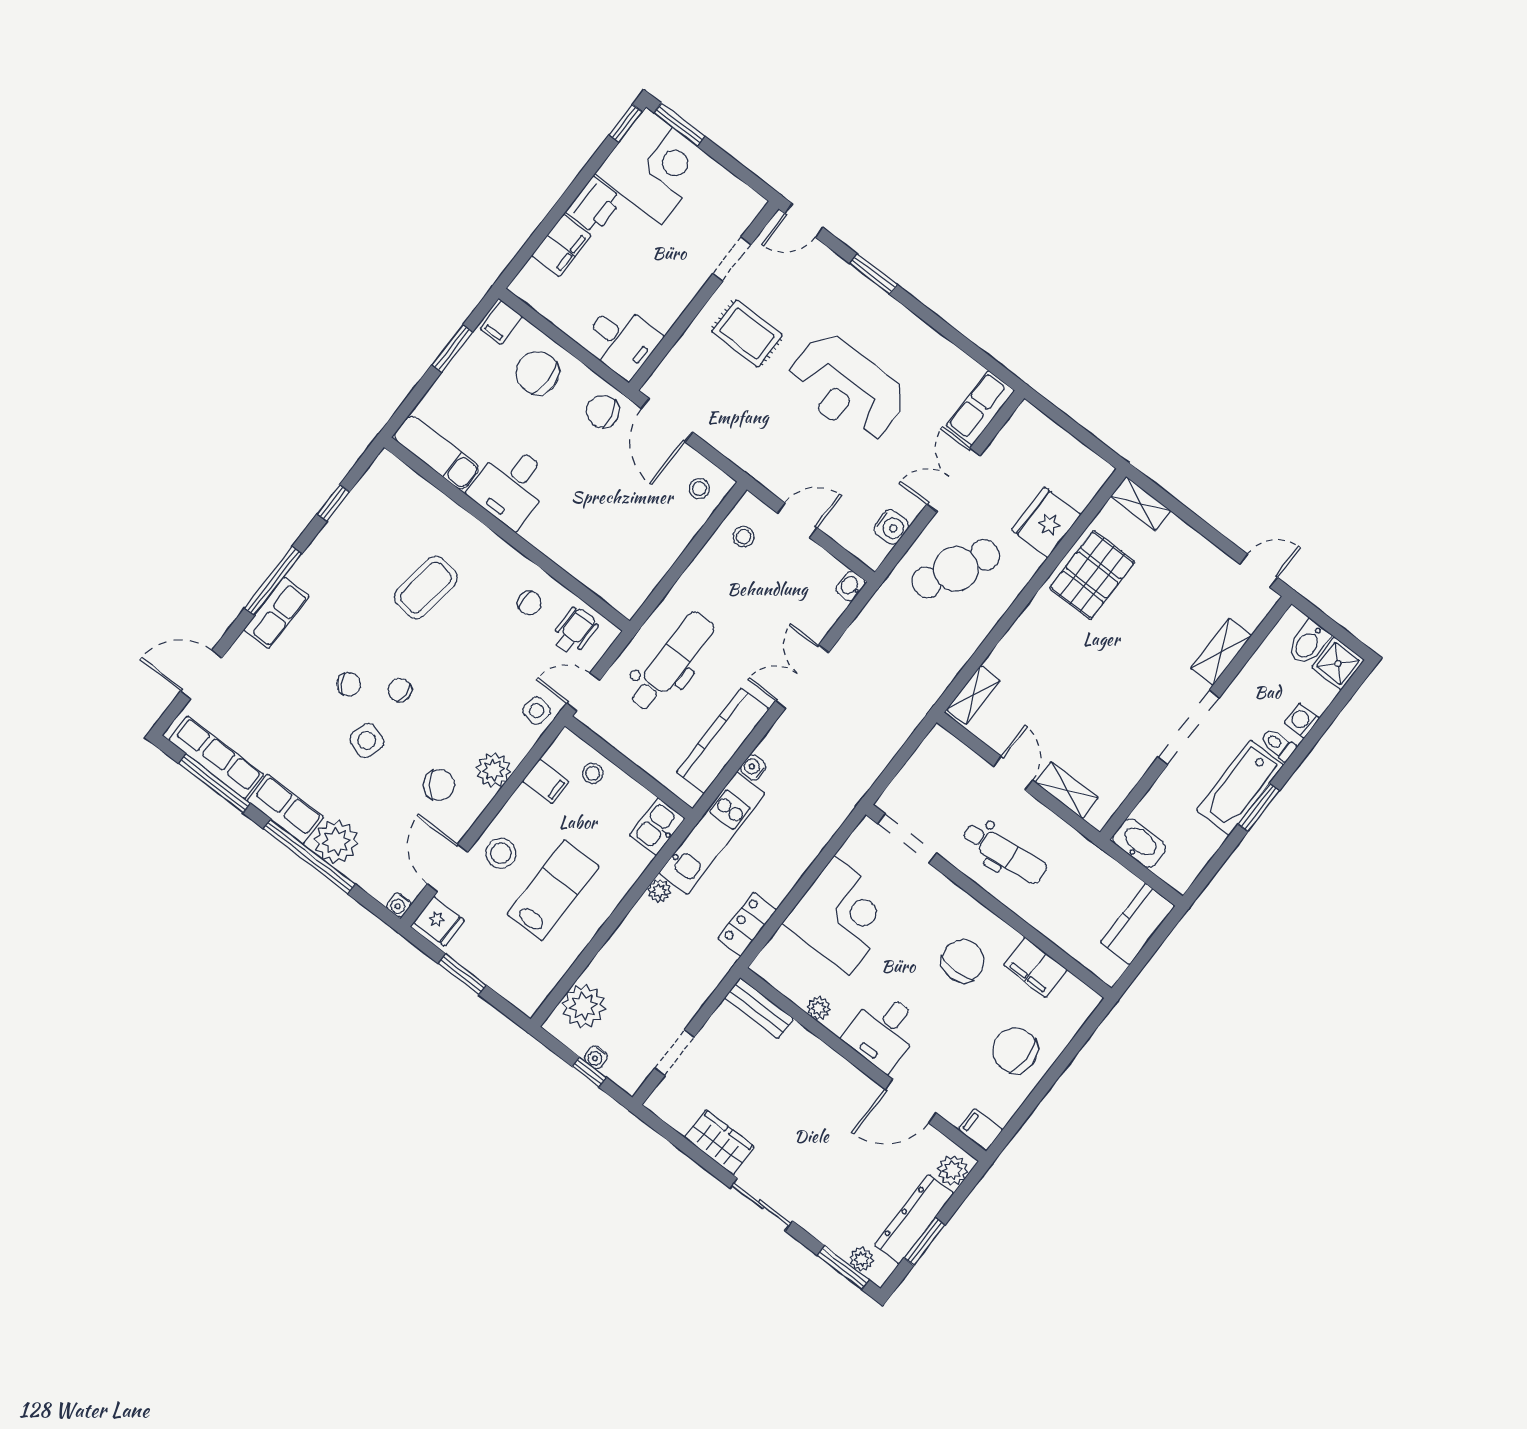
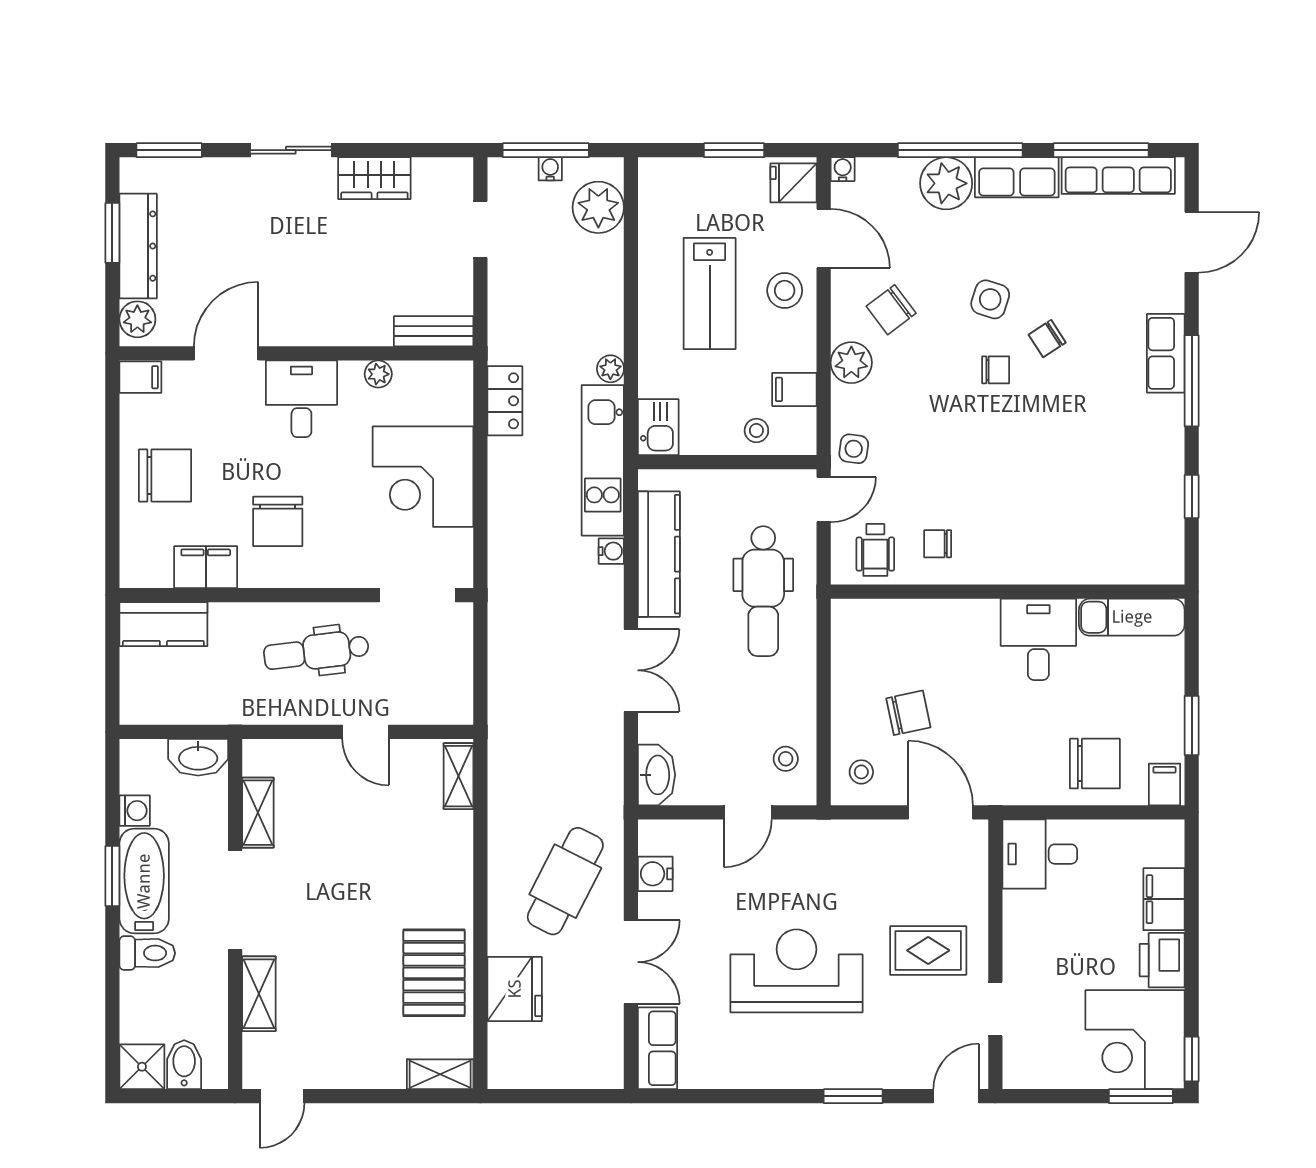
chair: (603, 411) -> (908, 713), moved
washbasin: (850, 586) -> (657, 775), width x1.91, depth x1.45
coffee table: (426, 587) -> (1045, 484), removed
washing machine: (1302, 720) -> (135, 811), moved
toilet: (1278, 745) -> (147, 953), width x1.37, depth x1.39
shelving: (1067, 790) -> (258, 813), moved, turned 90
kitchen counter: (1138, 924) -> (163, 624), moved, turned 90
window: (589, 1072) -> (546, 150), width x2.17
plant: (861, 1259) -> (159, 171), removed

